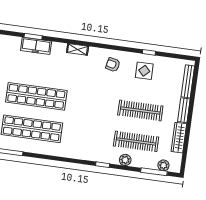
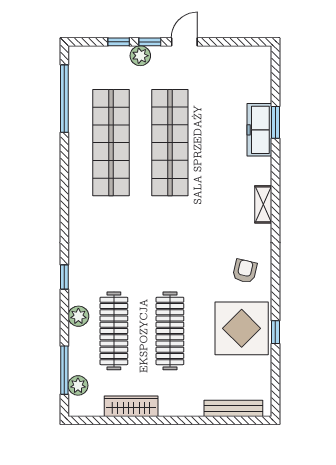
display table: (144, 71) -> (242, 328), width x1.86, depth x1.86
bench: (184, 110) -> (181, 408), removed

